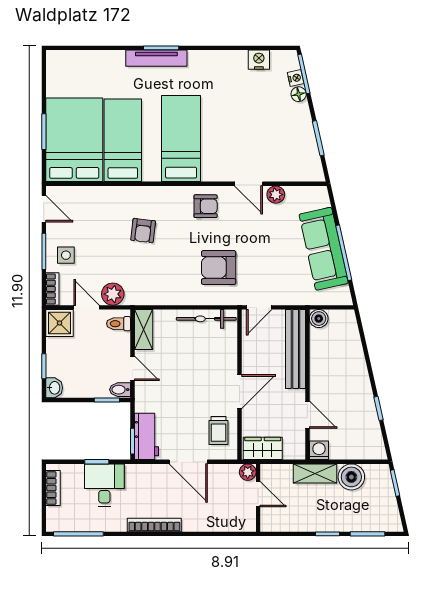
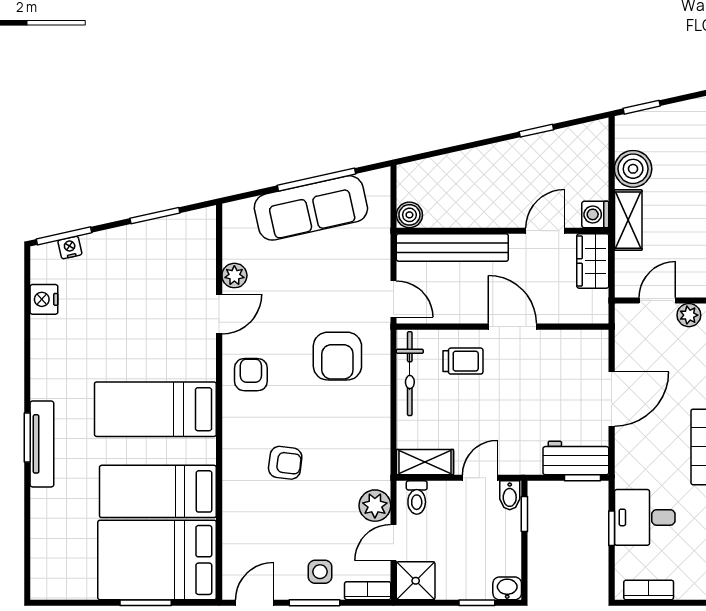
floor lamp: (299, 94) -> (93, 243), removed
trolley: (219, 431) -> (463, 361), moved
wardrobe: (263, 448) -> (593, 261), moved
plant: (248, 472) -> (689, 315), moved

